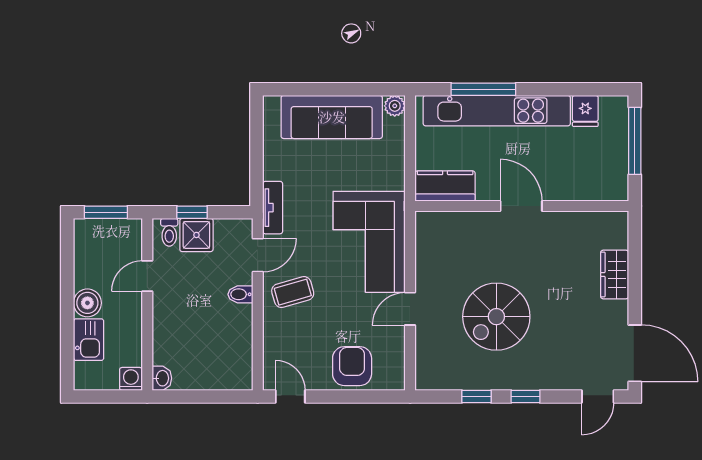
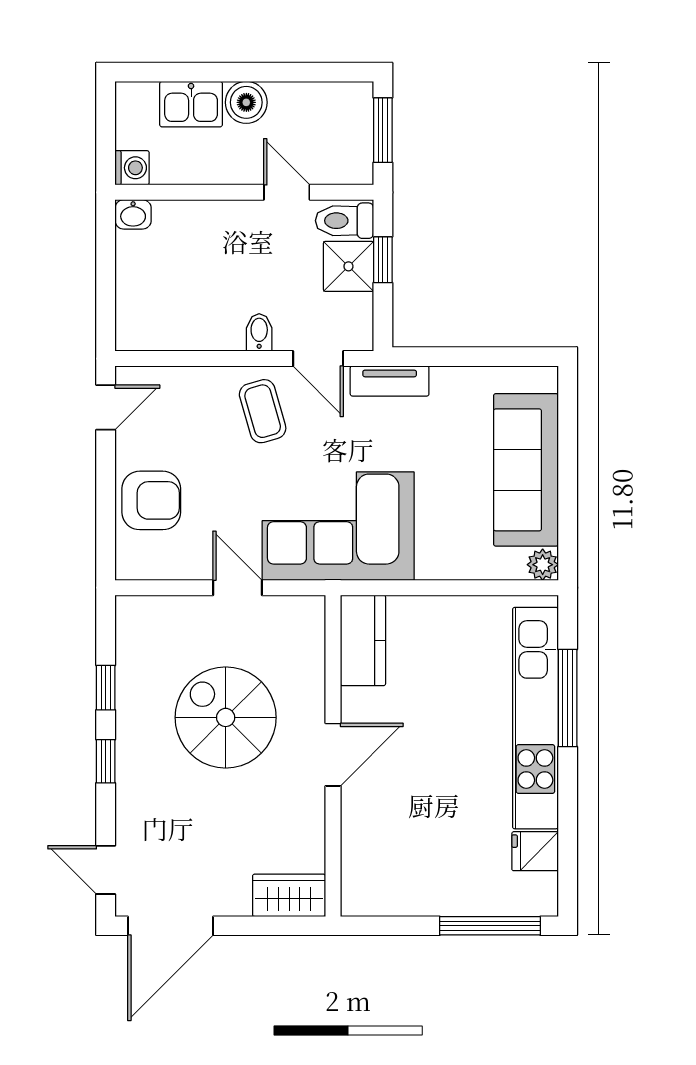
kitchen counter: (445, 186) -> (363, 640), moved
door: (521, 206) -> (333, 755), moved
wall: (522, 206) -> (333, 756), moved
toilet: (169, 232) -> (344, 221), width x1.37, depth x1.39

